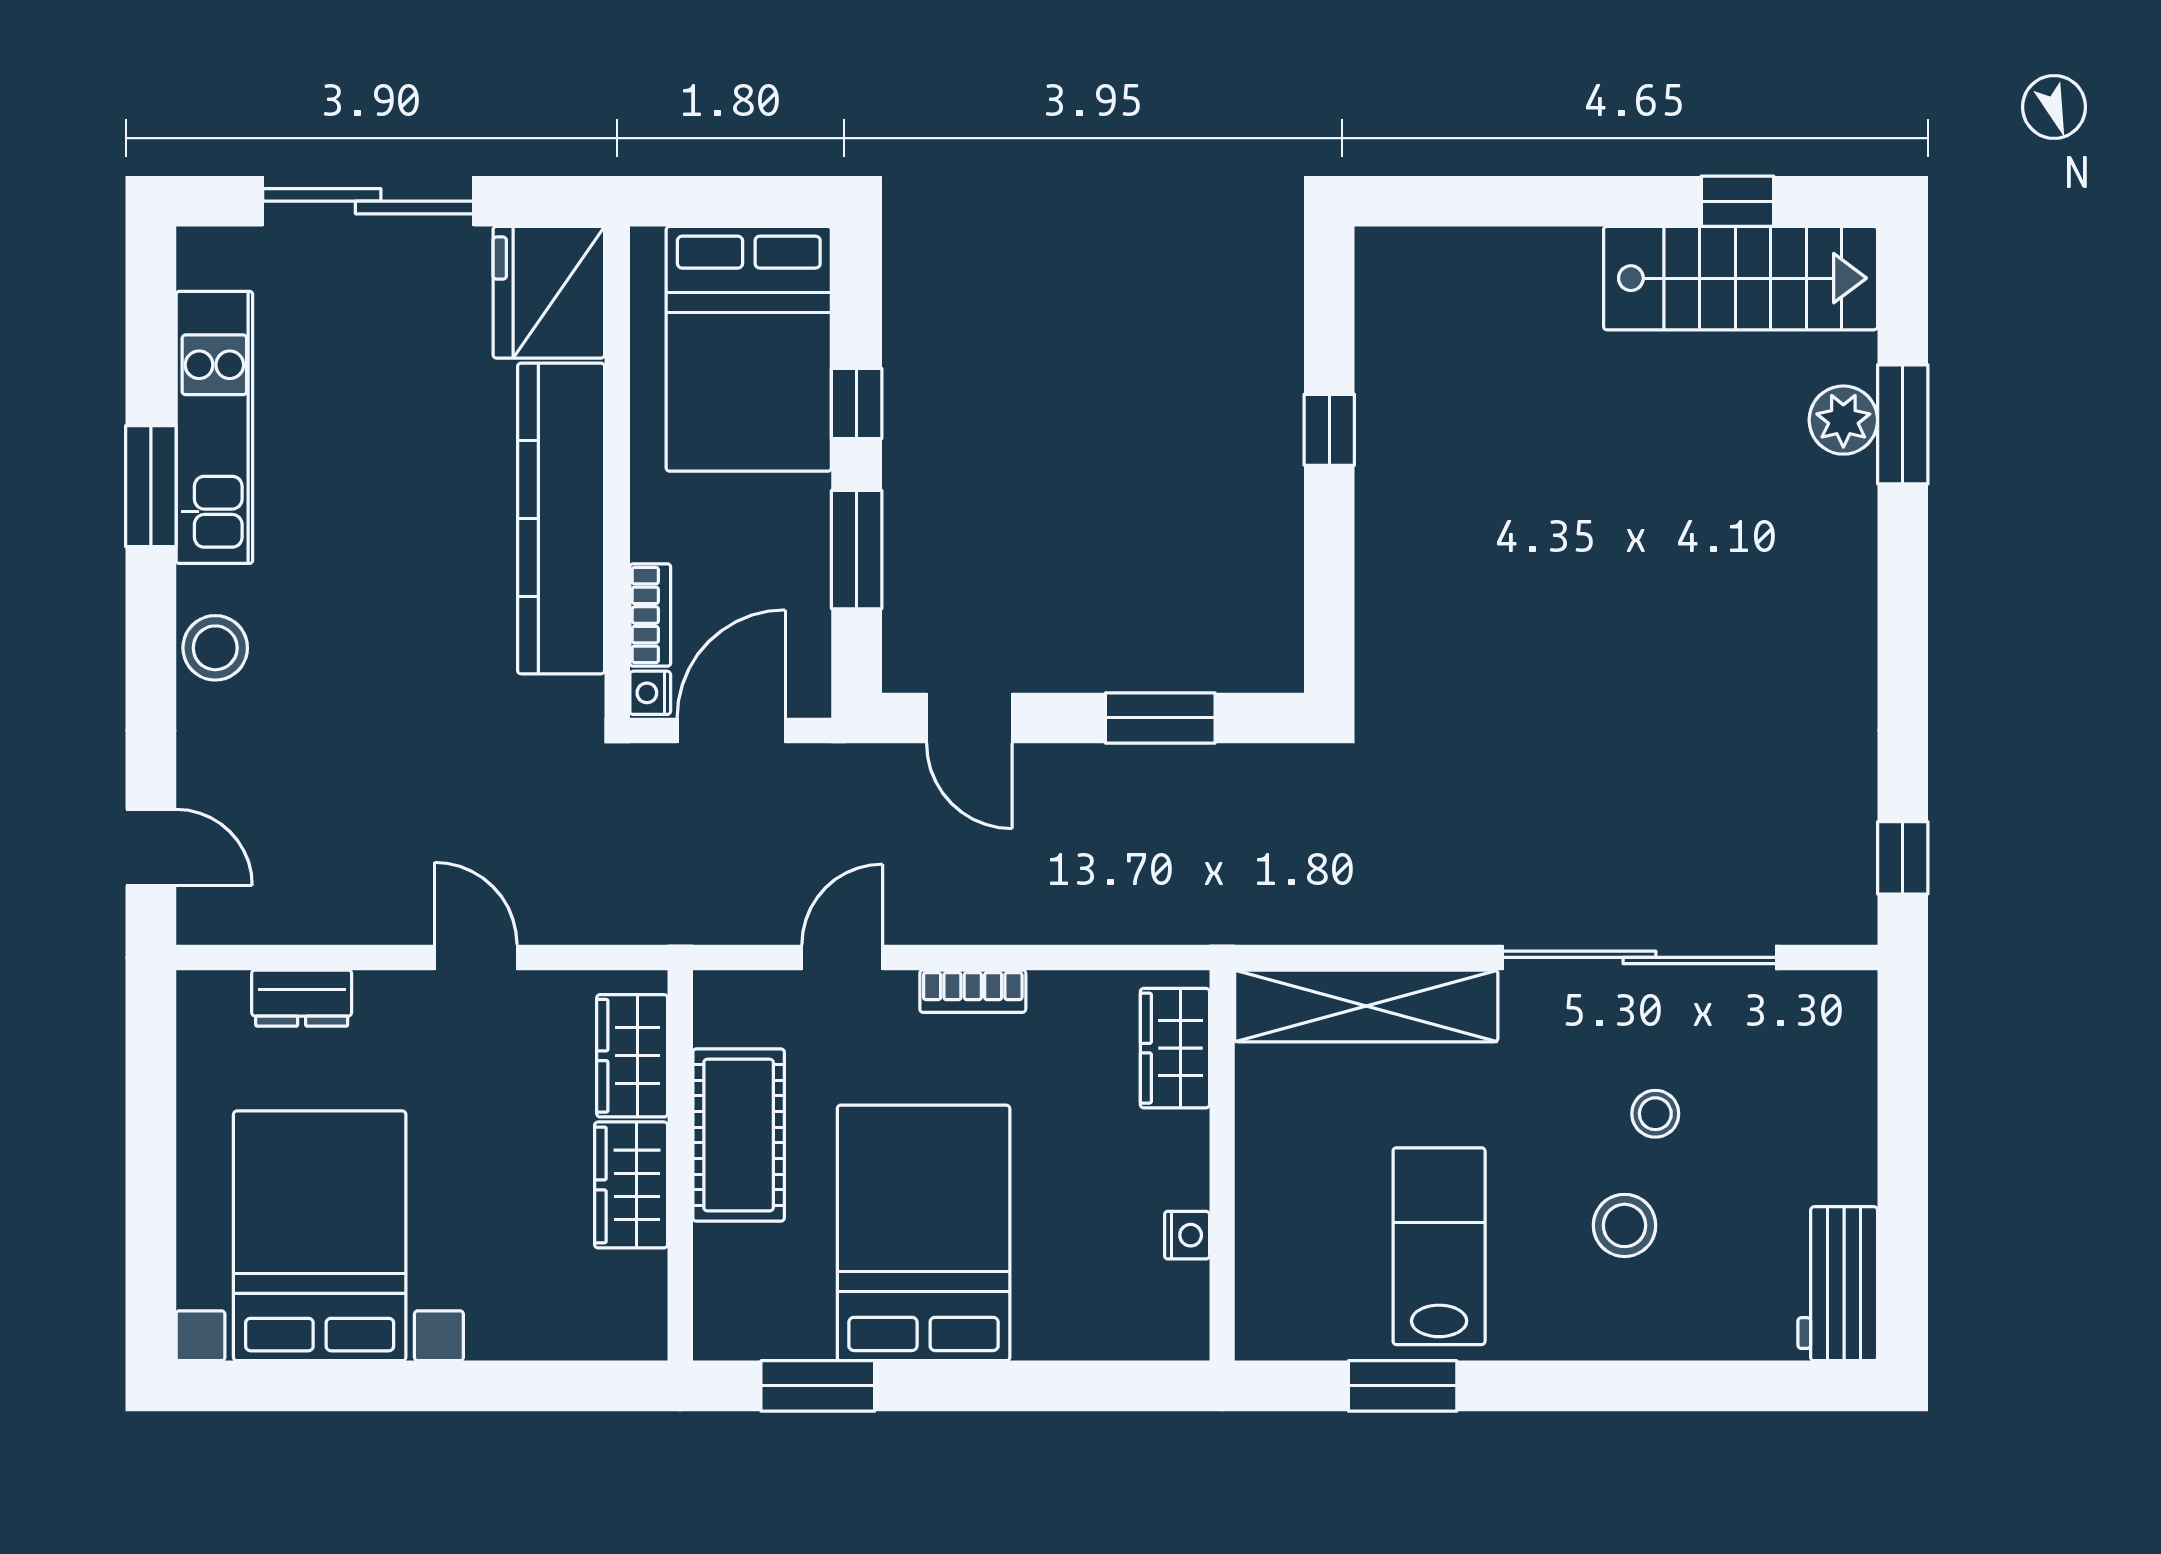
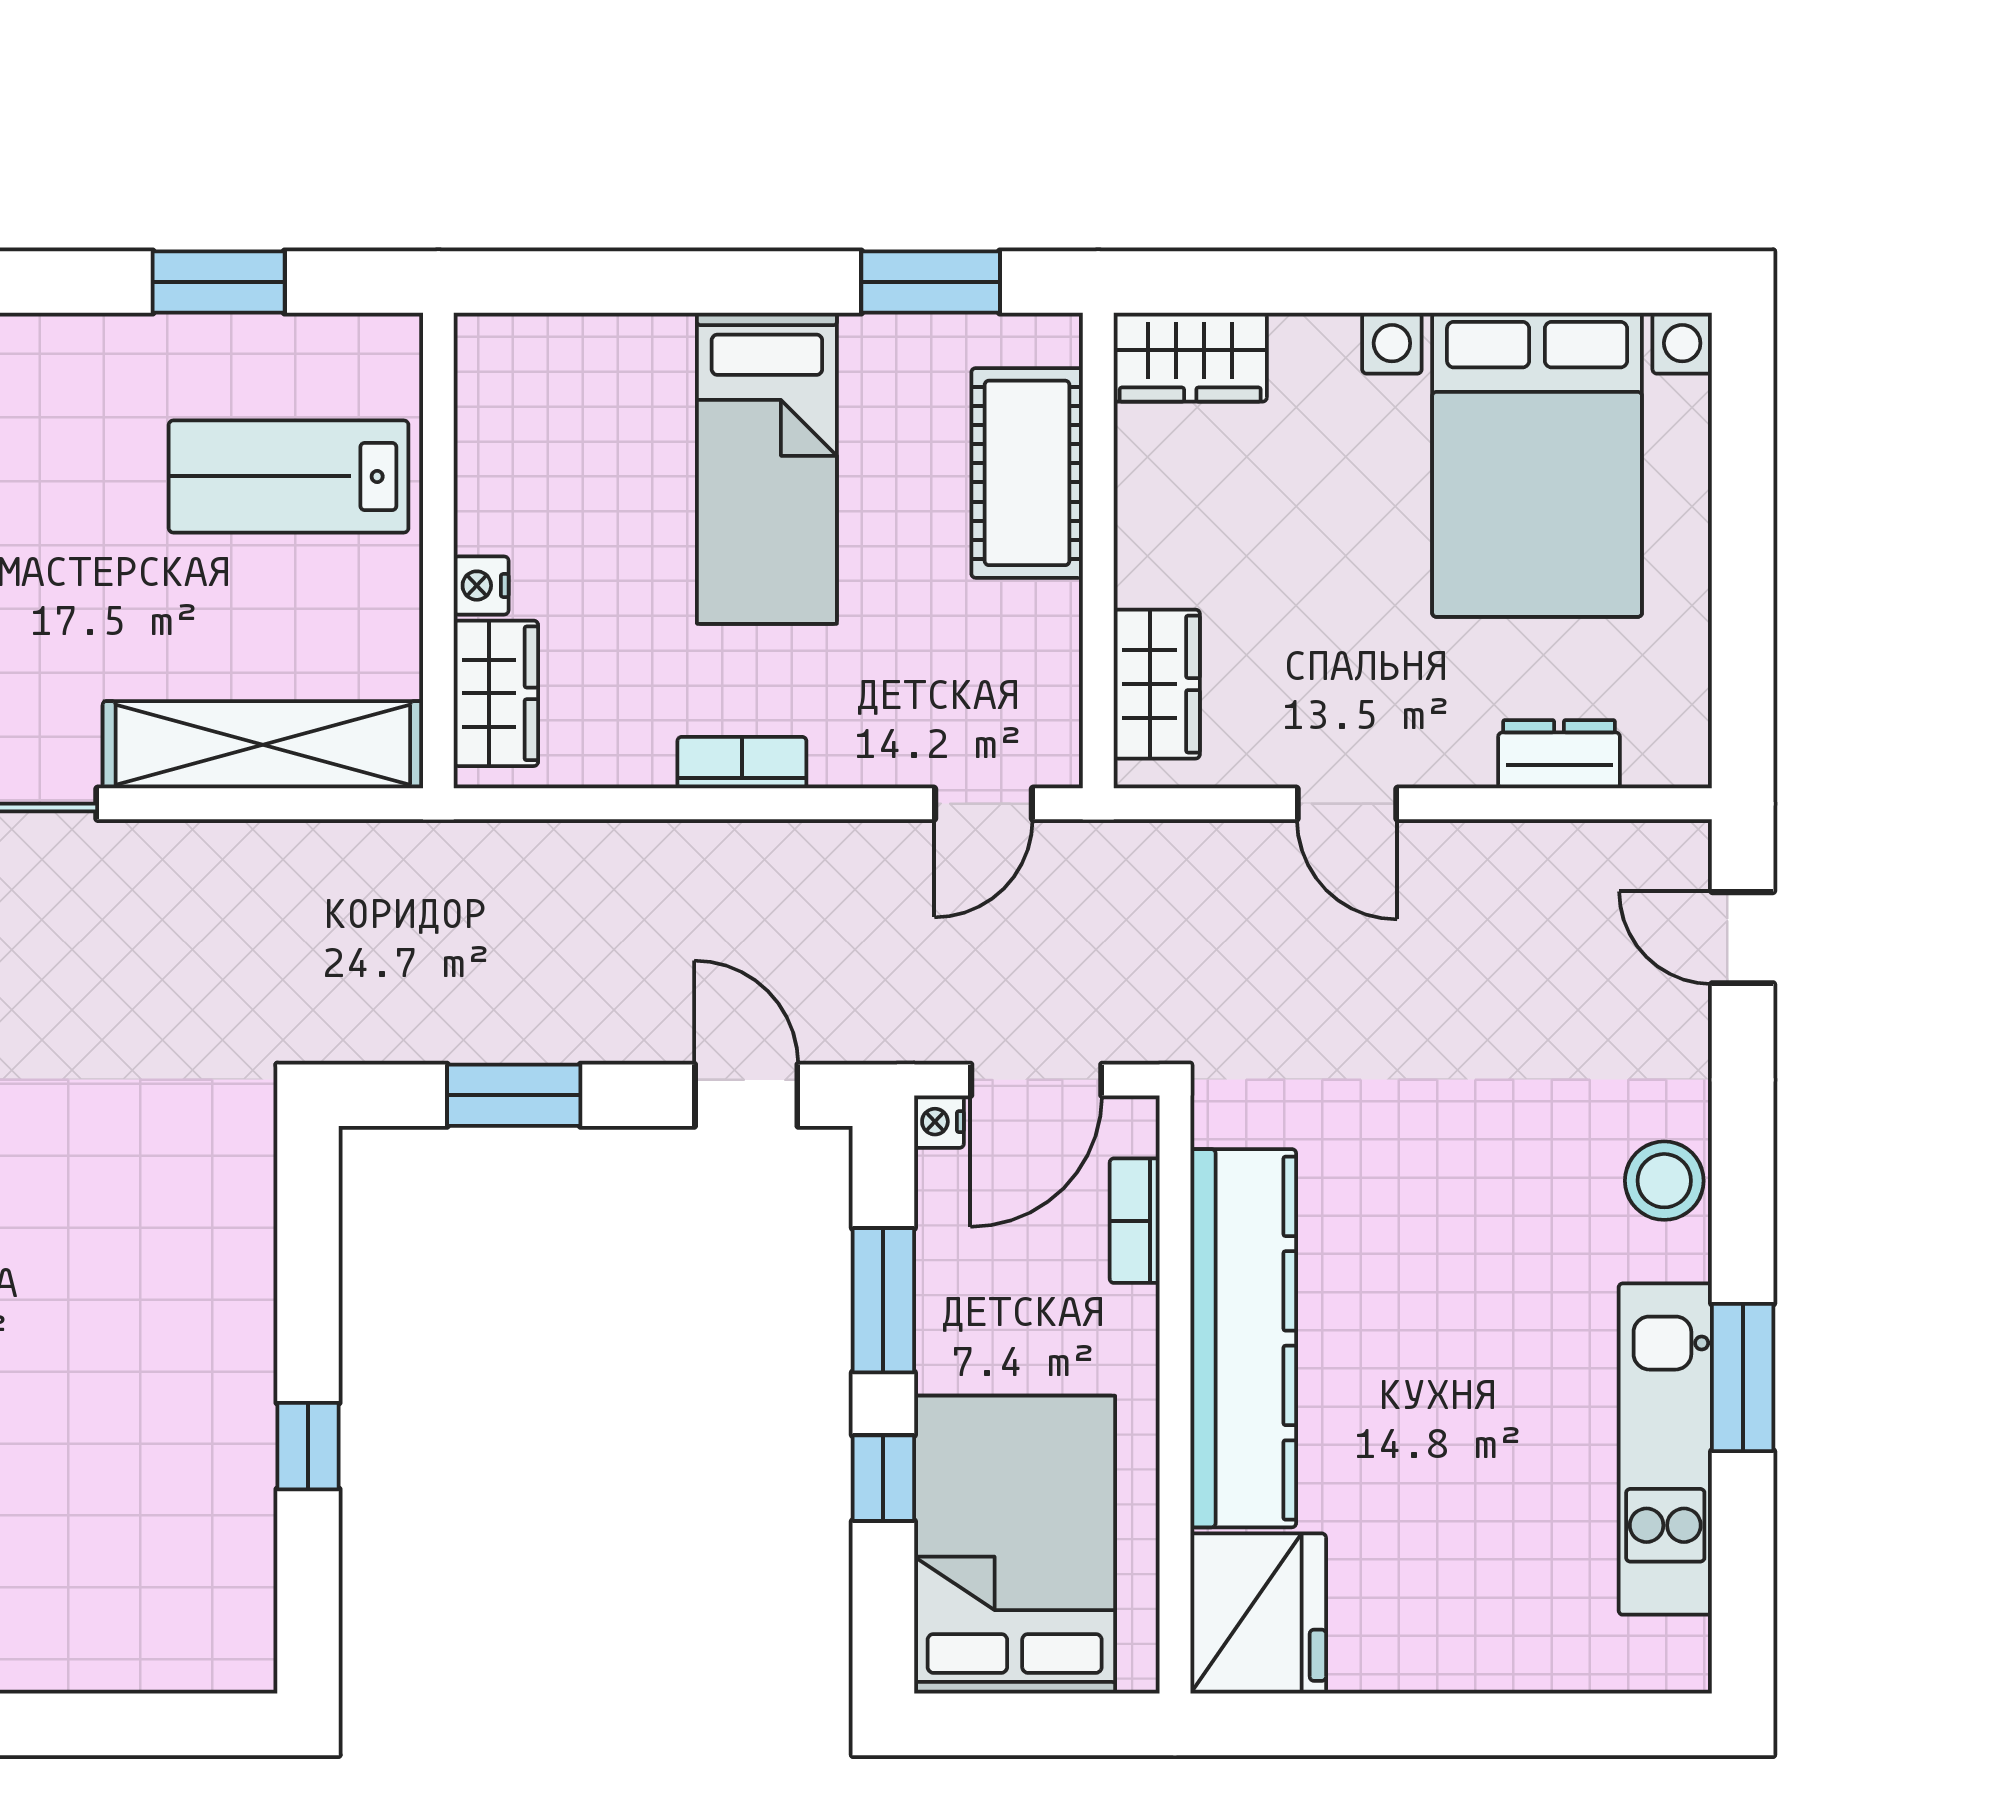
sliding door: (368, 201) -> (1478, 1724), removed
nightstand: (650, 693) -> (939, 1122), moved, turned 180
door: (842, 957) -> (983, 804), moved
cot: (739, 1135) -> (1027, 473), moved
wardrobe: (631, 1185) -> (1190, 357), moved, turned 90
bed: (924, 1233) -> (767, 468), width x0.67
nightstand: (1187, 1235) -> (481, 586), moved
lab bench: (1439, 1246) -> (289, 476), moved, turned 90

